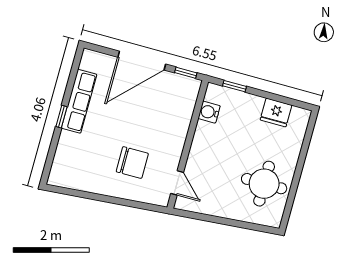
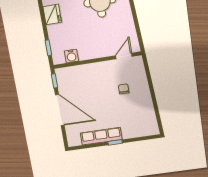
chair: (132, 163) -> (124, 89), width x0.54, depth x0.54

